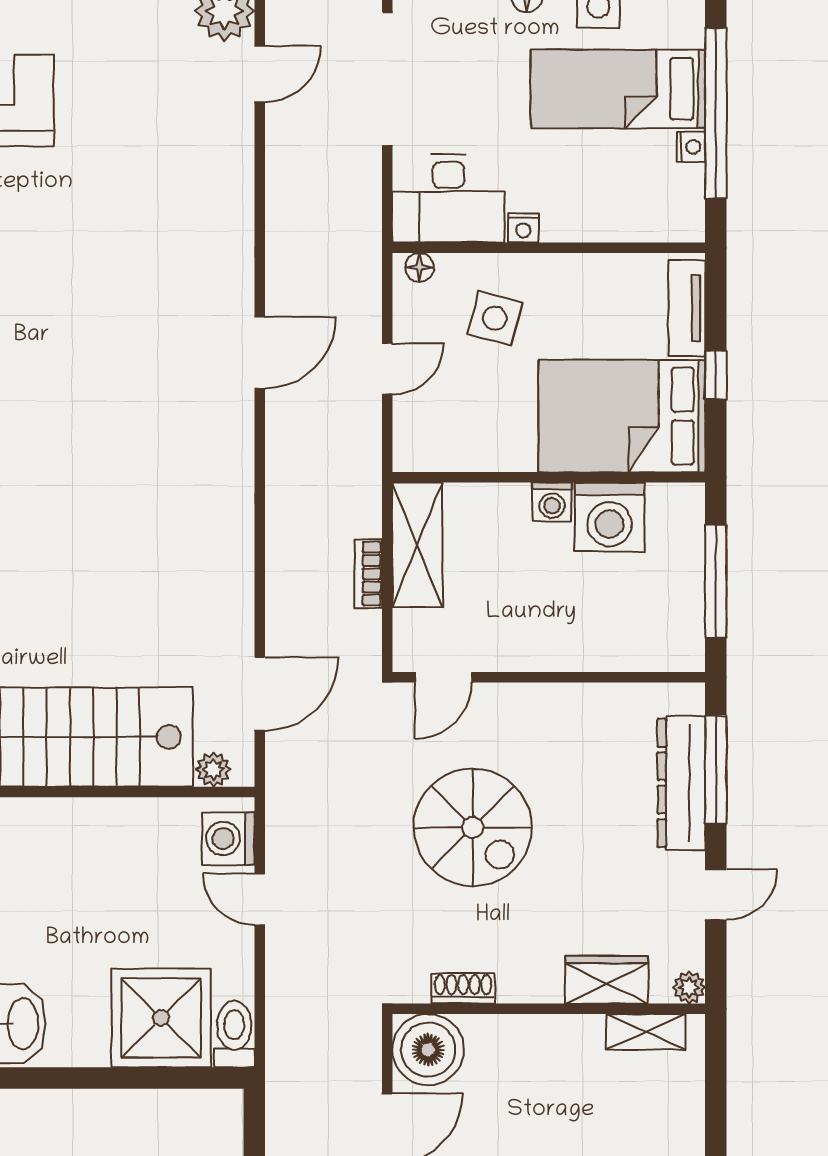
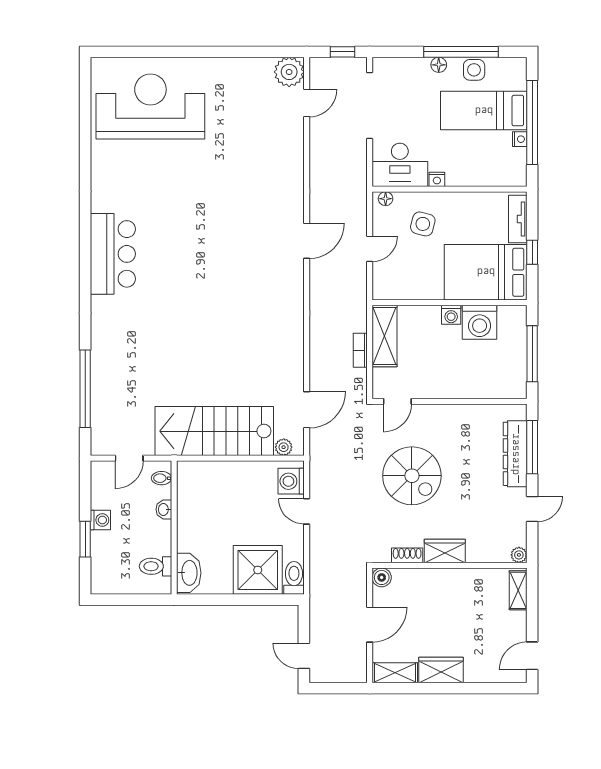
wardrobe: (607, 980) -> (445, 551), moved
shelving: (646, 1032) -> (518, 590), moved, turned 90
boiler: (428, 1050) -> (382, 577), width x0.54, depth x0.54

